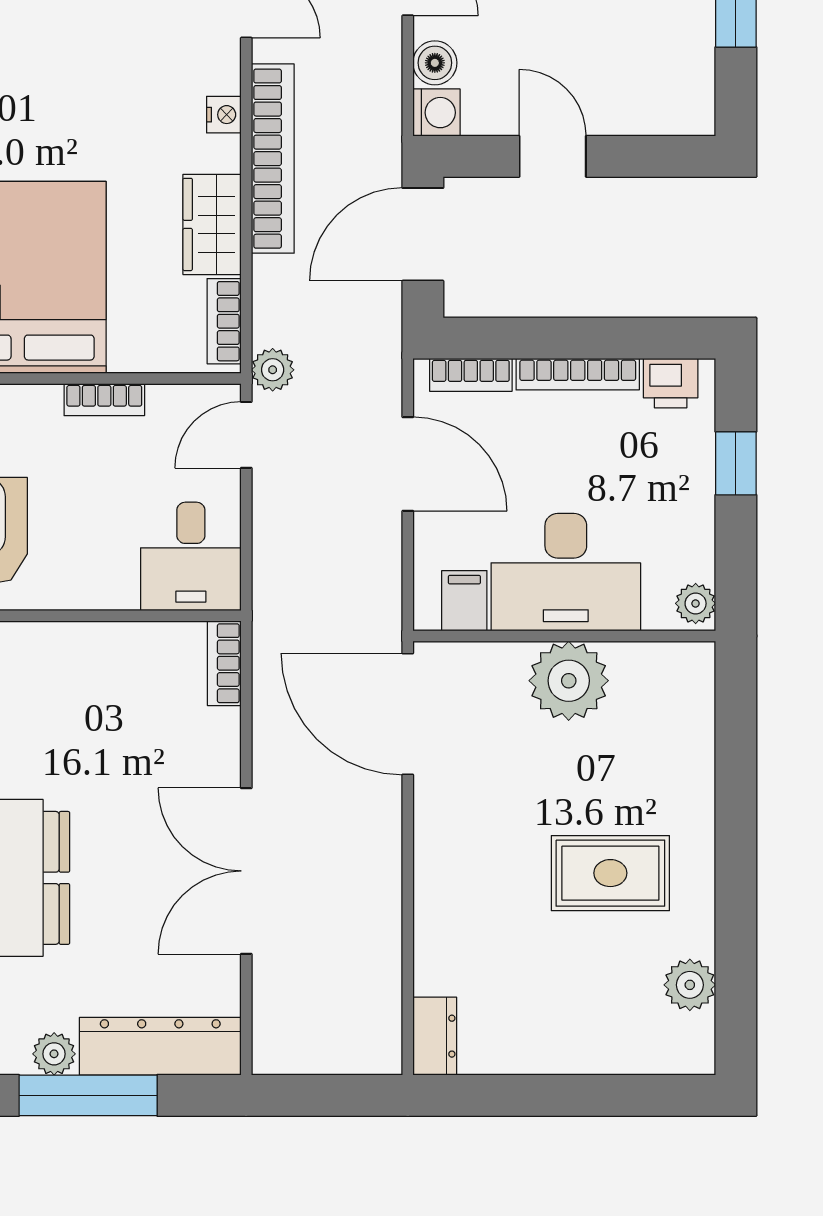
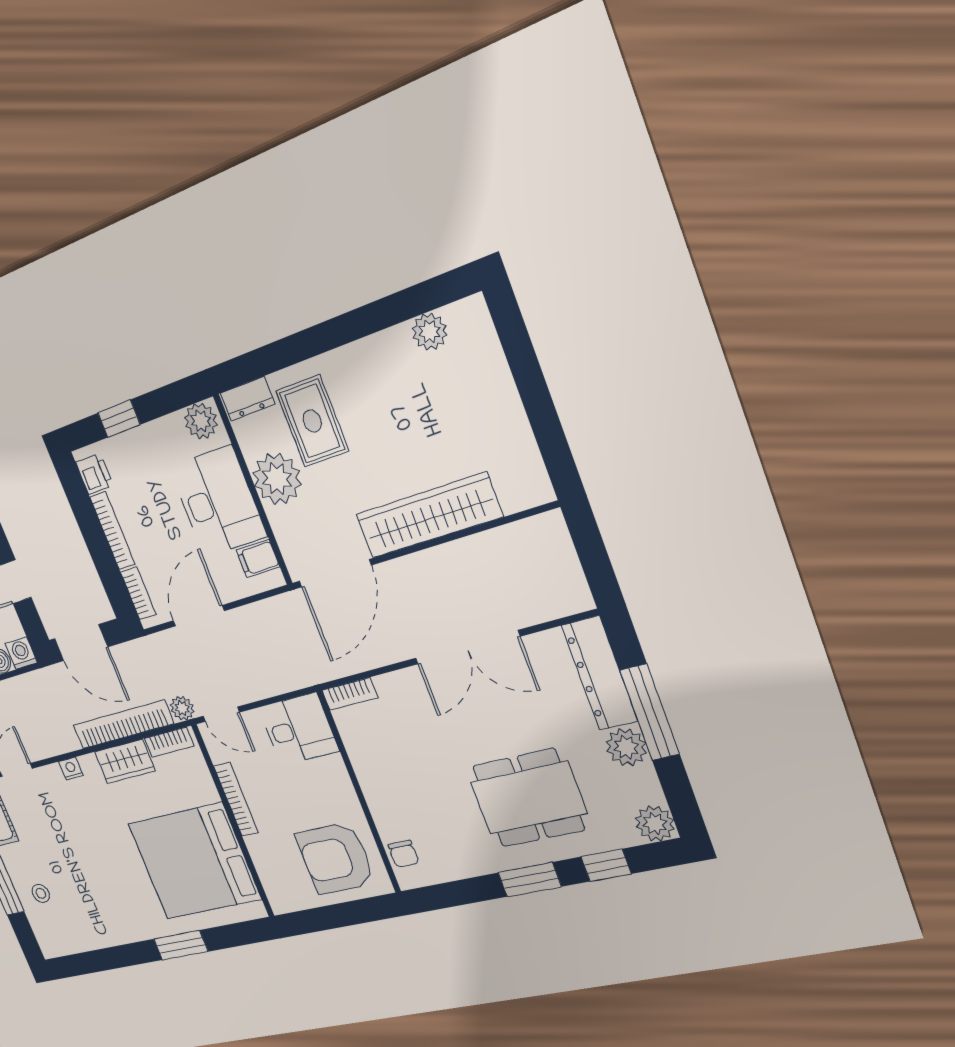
bookcase: (273, 159) -> (123, 724), moved
bookcase: (104, 400) -> (236, 799), width x1.56
plant: (696, 603) -> (201, 421), width x1.38, depth x1.38
rug: (610, 873) -> (312, 421), moved
wardrobe: (447, 887) -> (429, 516), added
dresser: (435, 1036) -> (248, 399), moved, turned 180
plant: (54, 1054) -> (626, 747), width x1.38, depth x1.38

